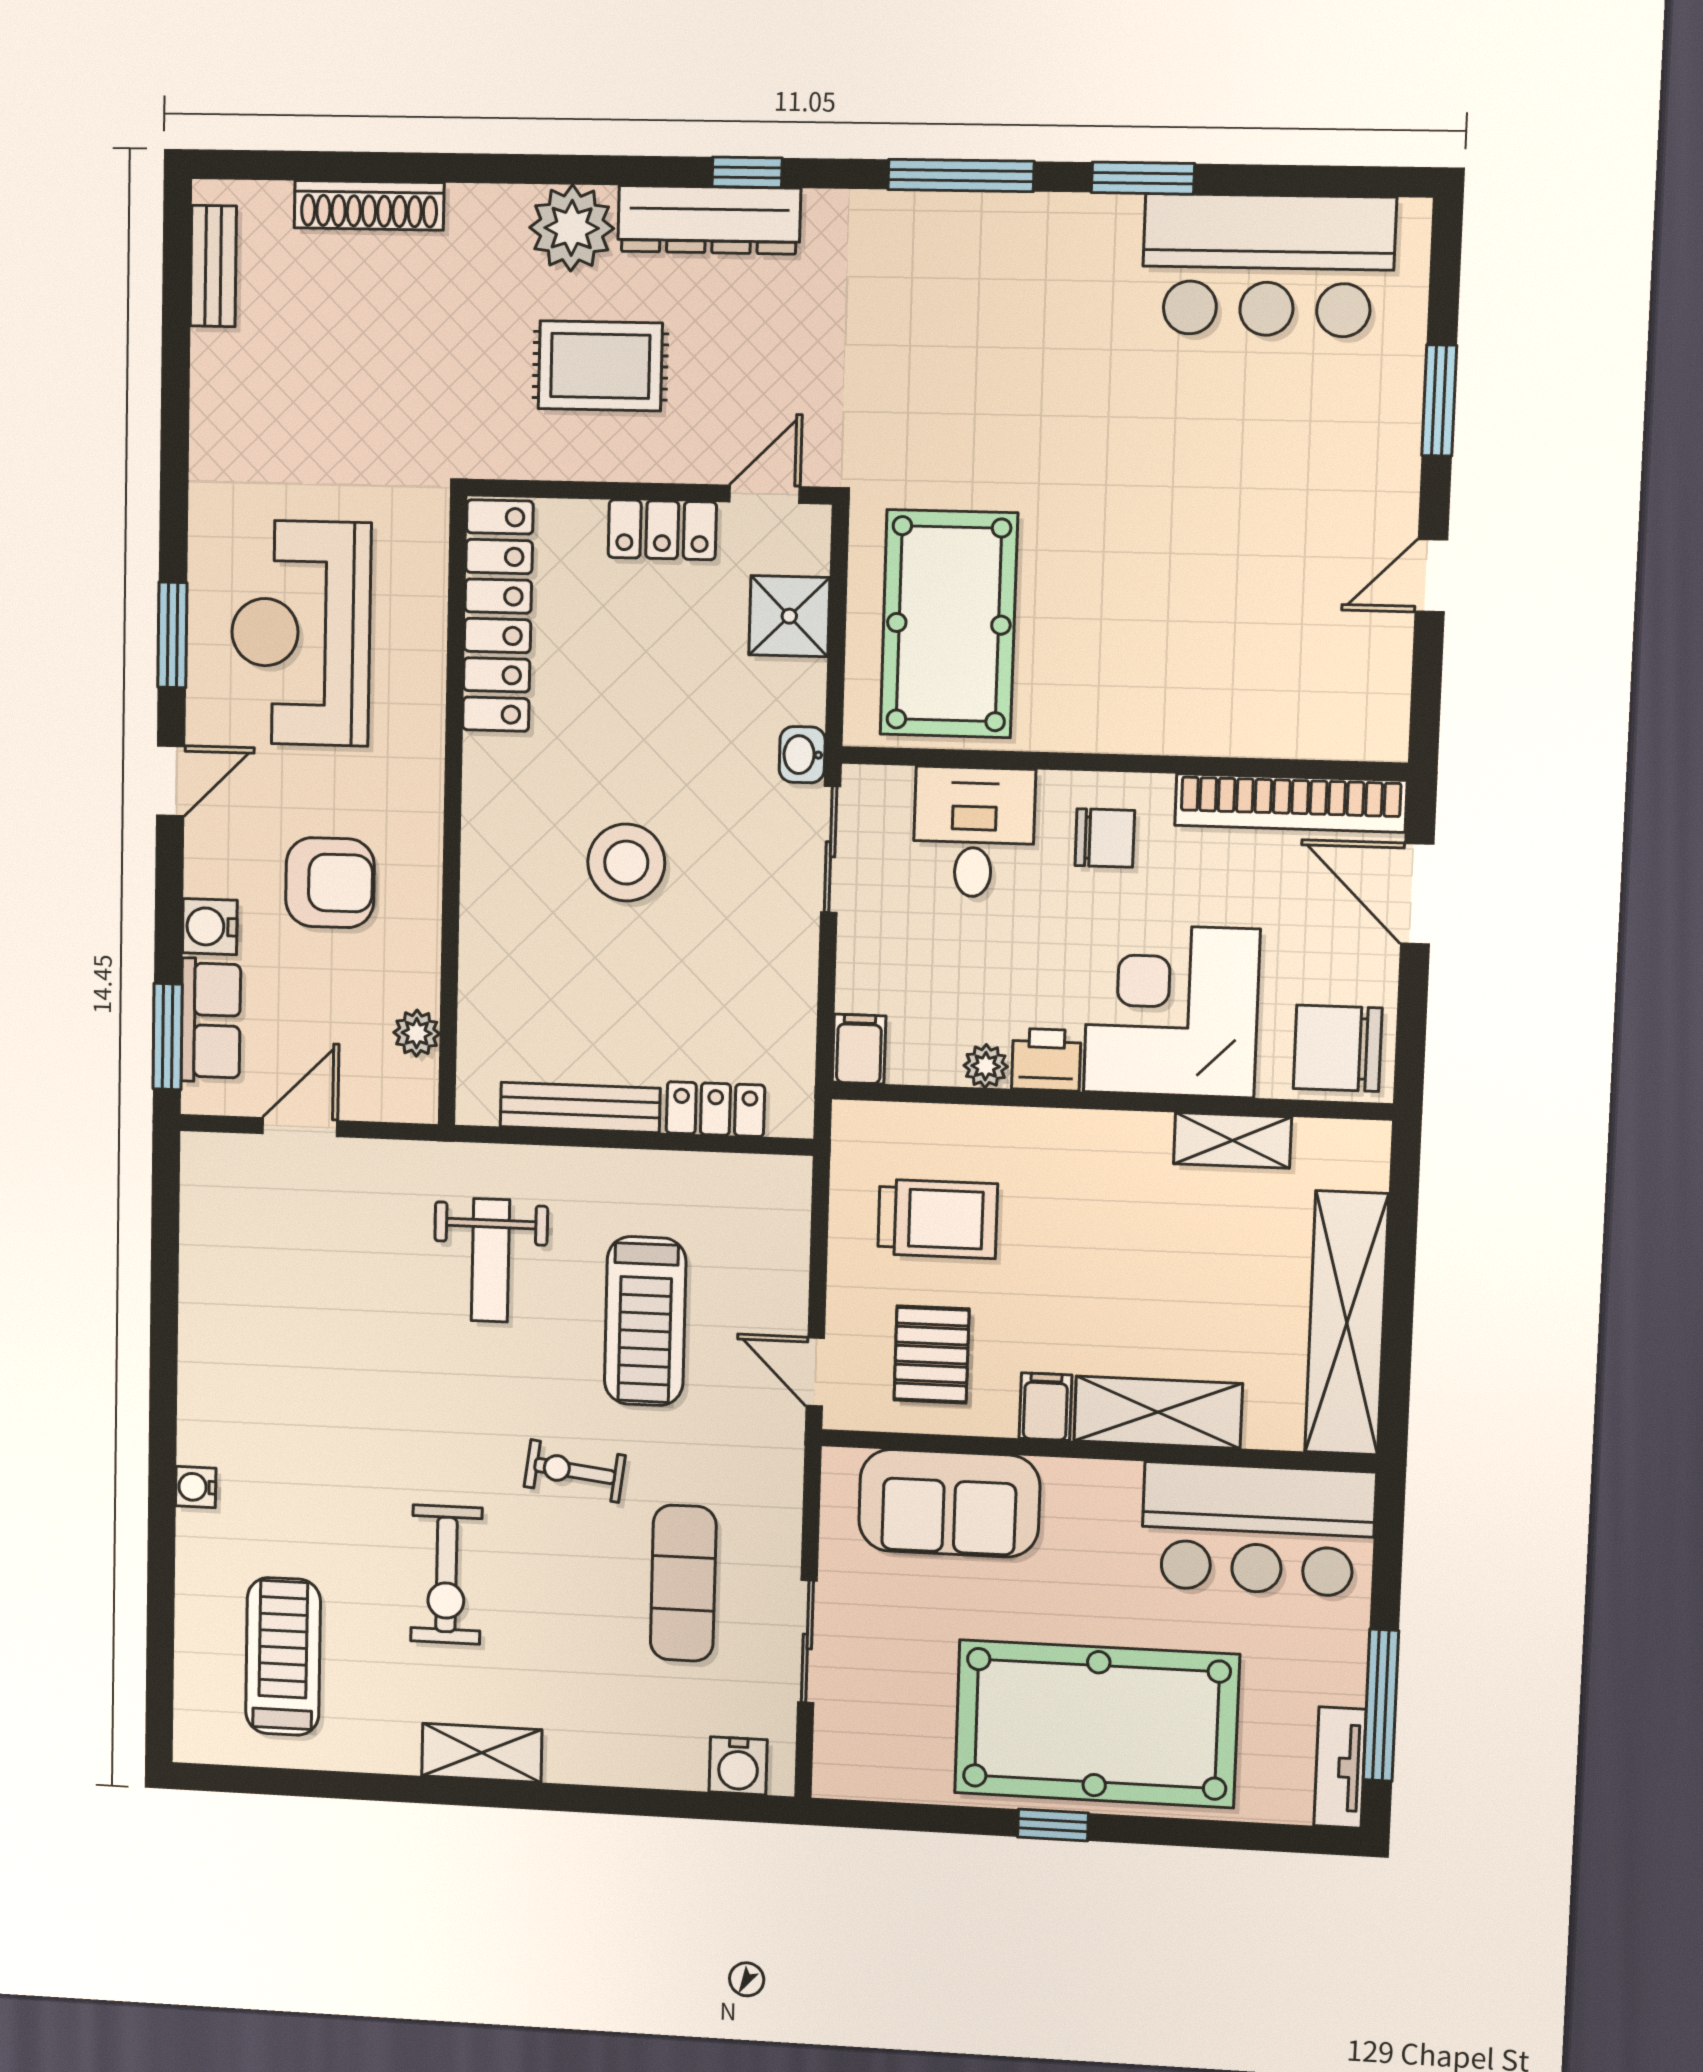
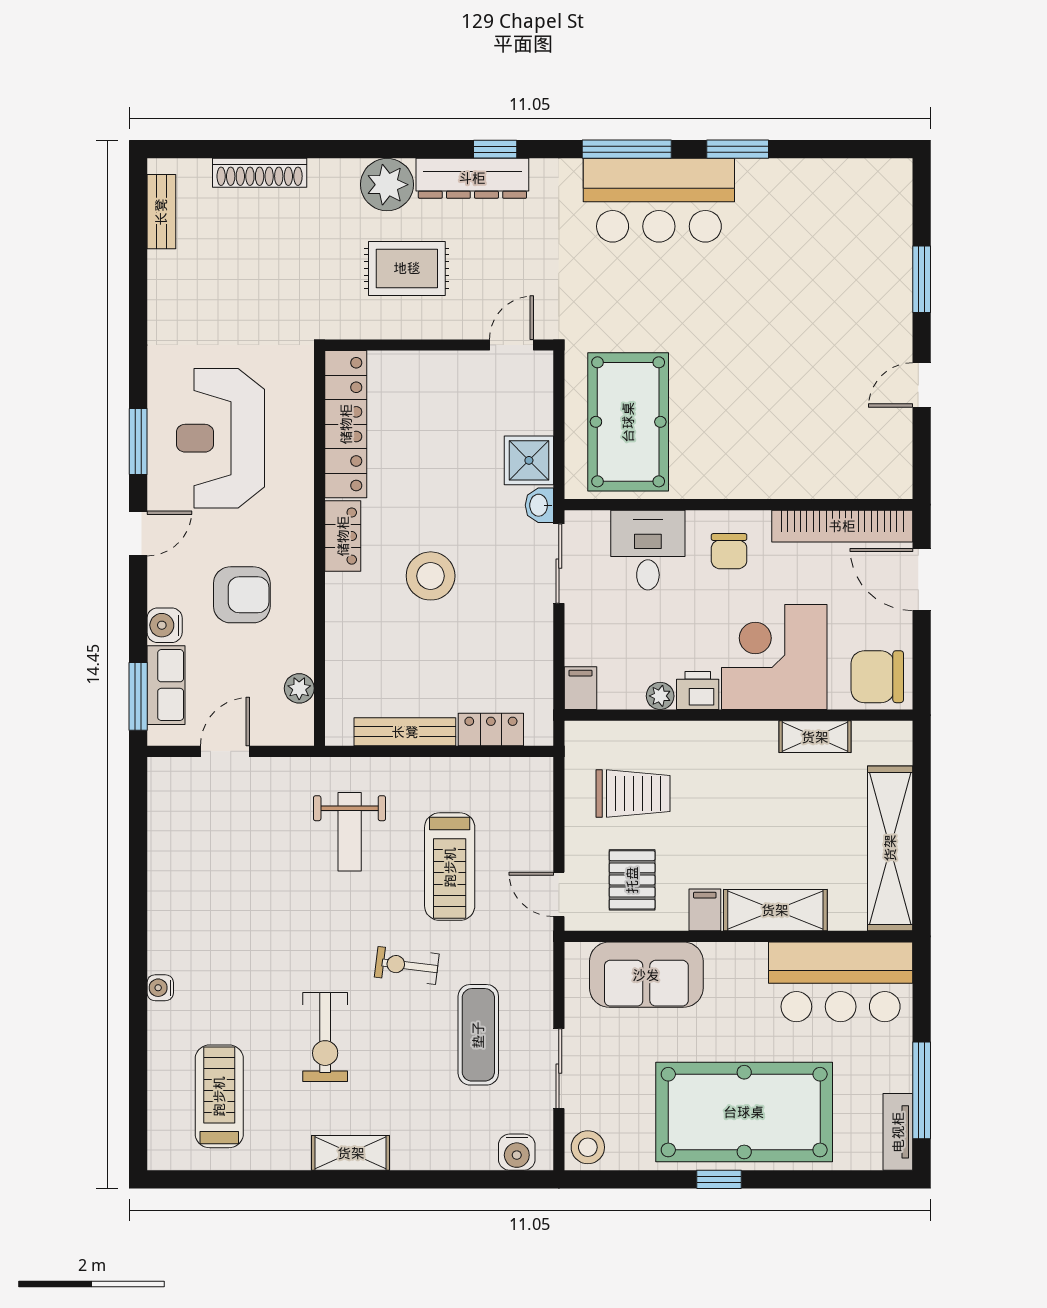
bar counter: (1268, 265) -> (659, 200), moved
locker: (662, 530) -> (343, 536), moved, turned -90
shower: (789, 616) -> (529, 460), moved
chair: (1105, 838) -> (729, 551), turned 90
stool: (849, 1764) -> (588, 1147), added

